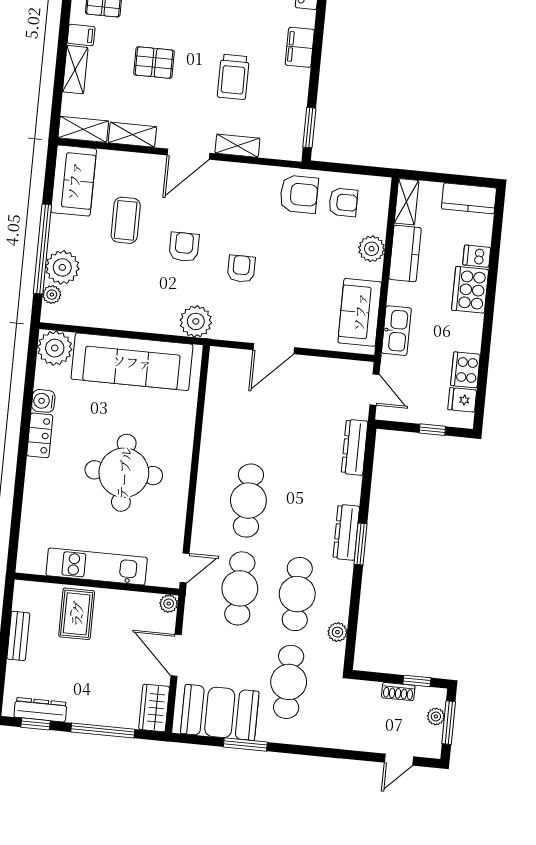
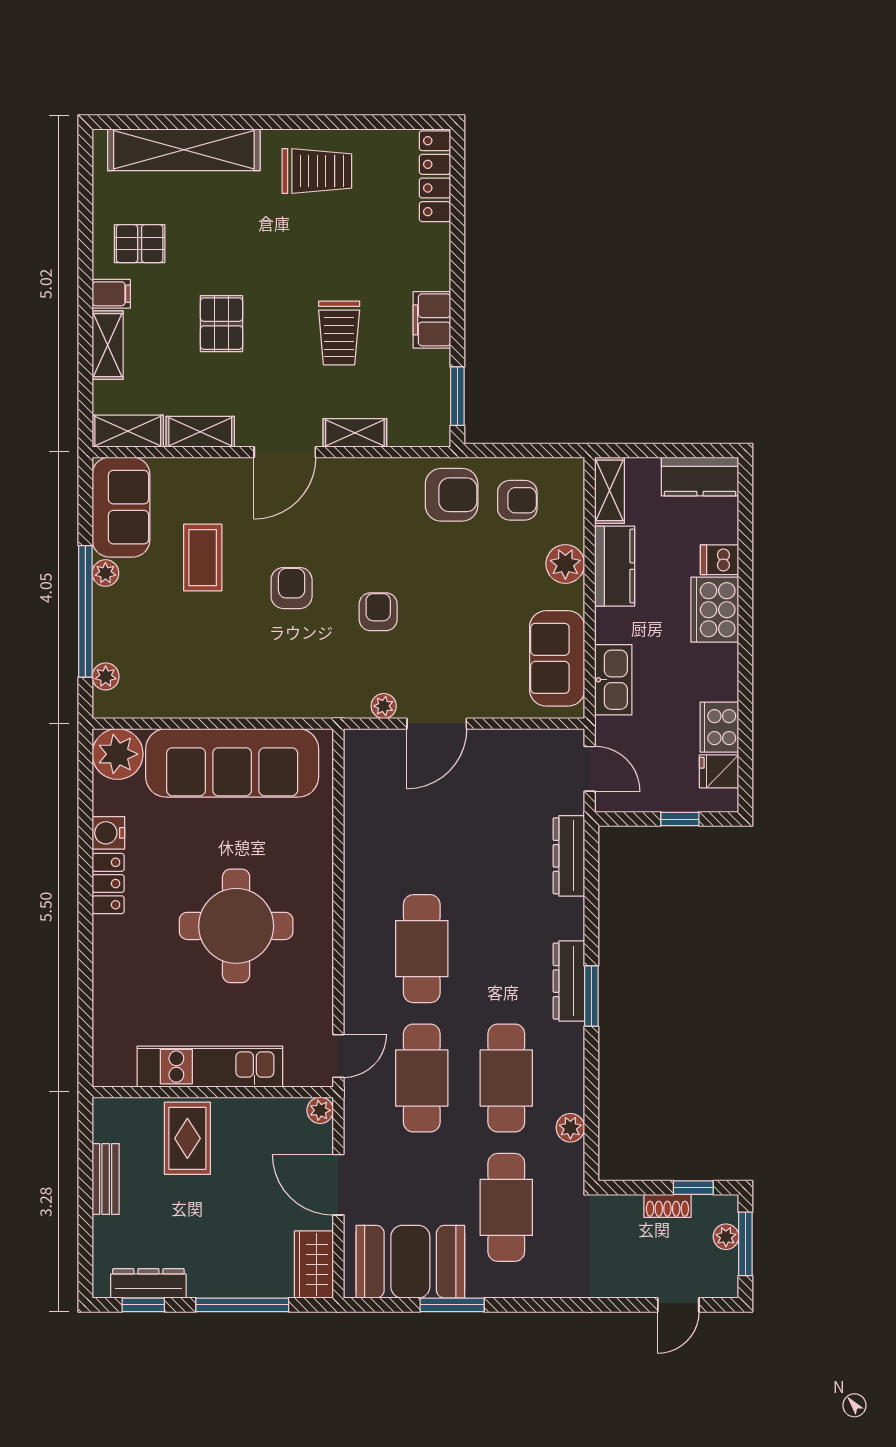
filing cabinet: (300, 47) -> (432, 320), moved
pallet: (154, 63) -> (222, 324), turned 90
plant: (62, 267) -> (105, 573), moved, width x0.53, depth x0.53
plant: (196, 321) -> (384, 706), moved, width x0.53, depth x0.53

